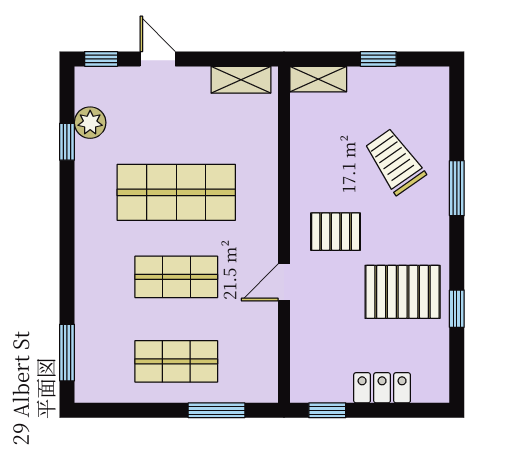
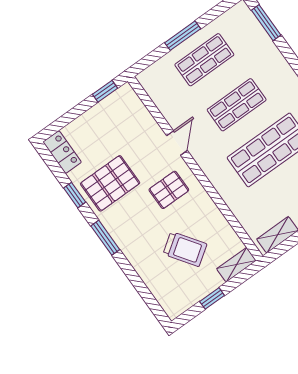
trolley: (395, 161) -> (185, 249), moved
window: (457, 188) -> (105, 238), moved
locker: (382, 388) -> (62, 152), moved, turned -90
window: (216, 410) -> (183, 36), moved

